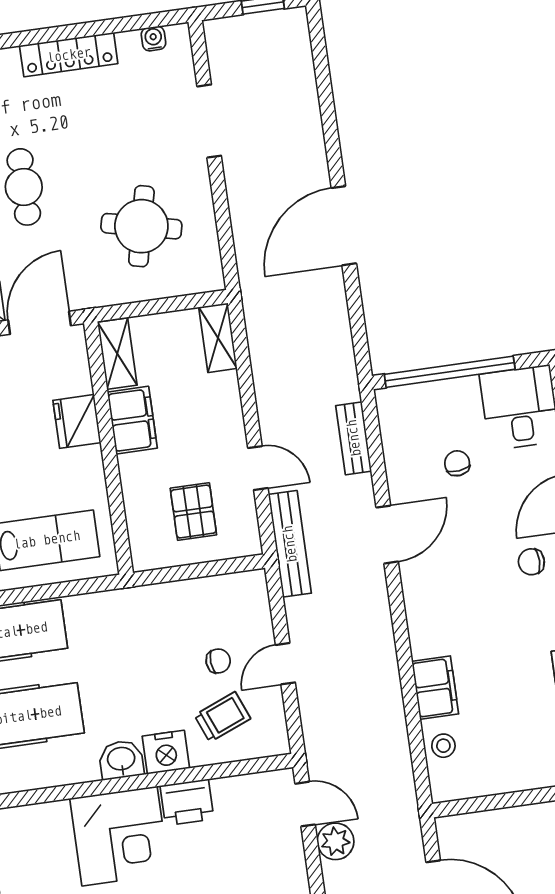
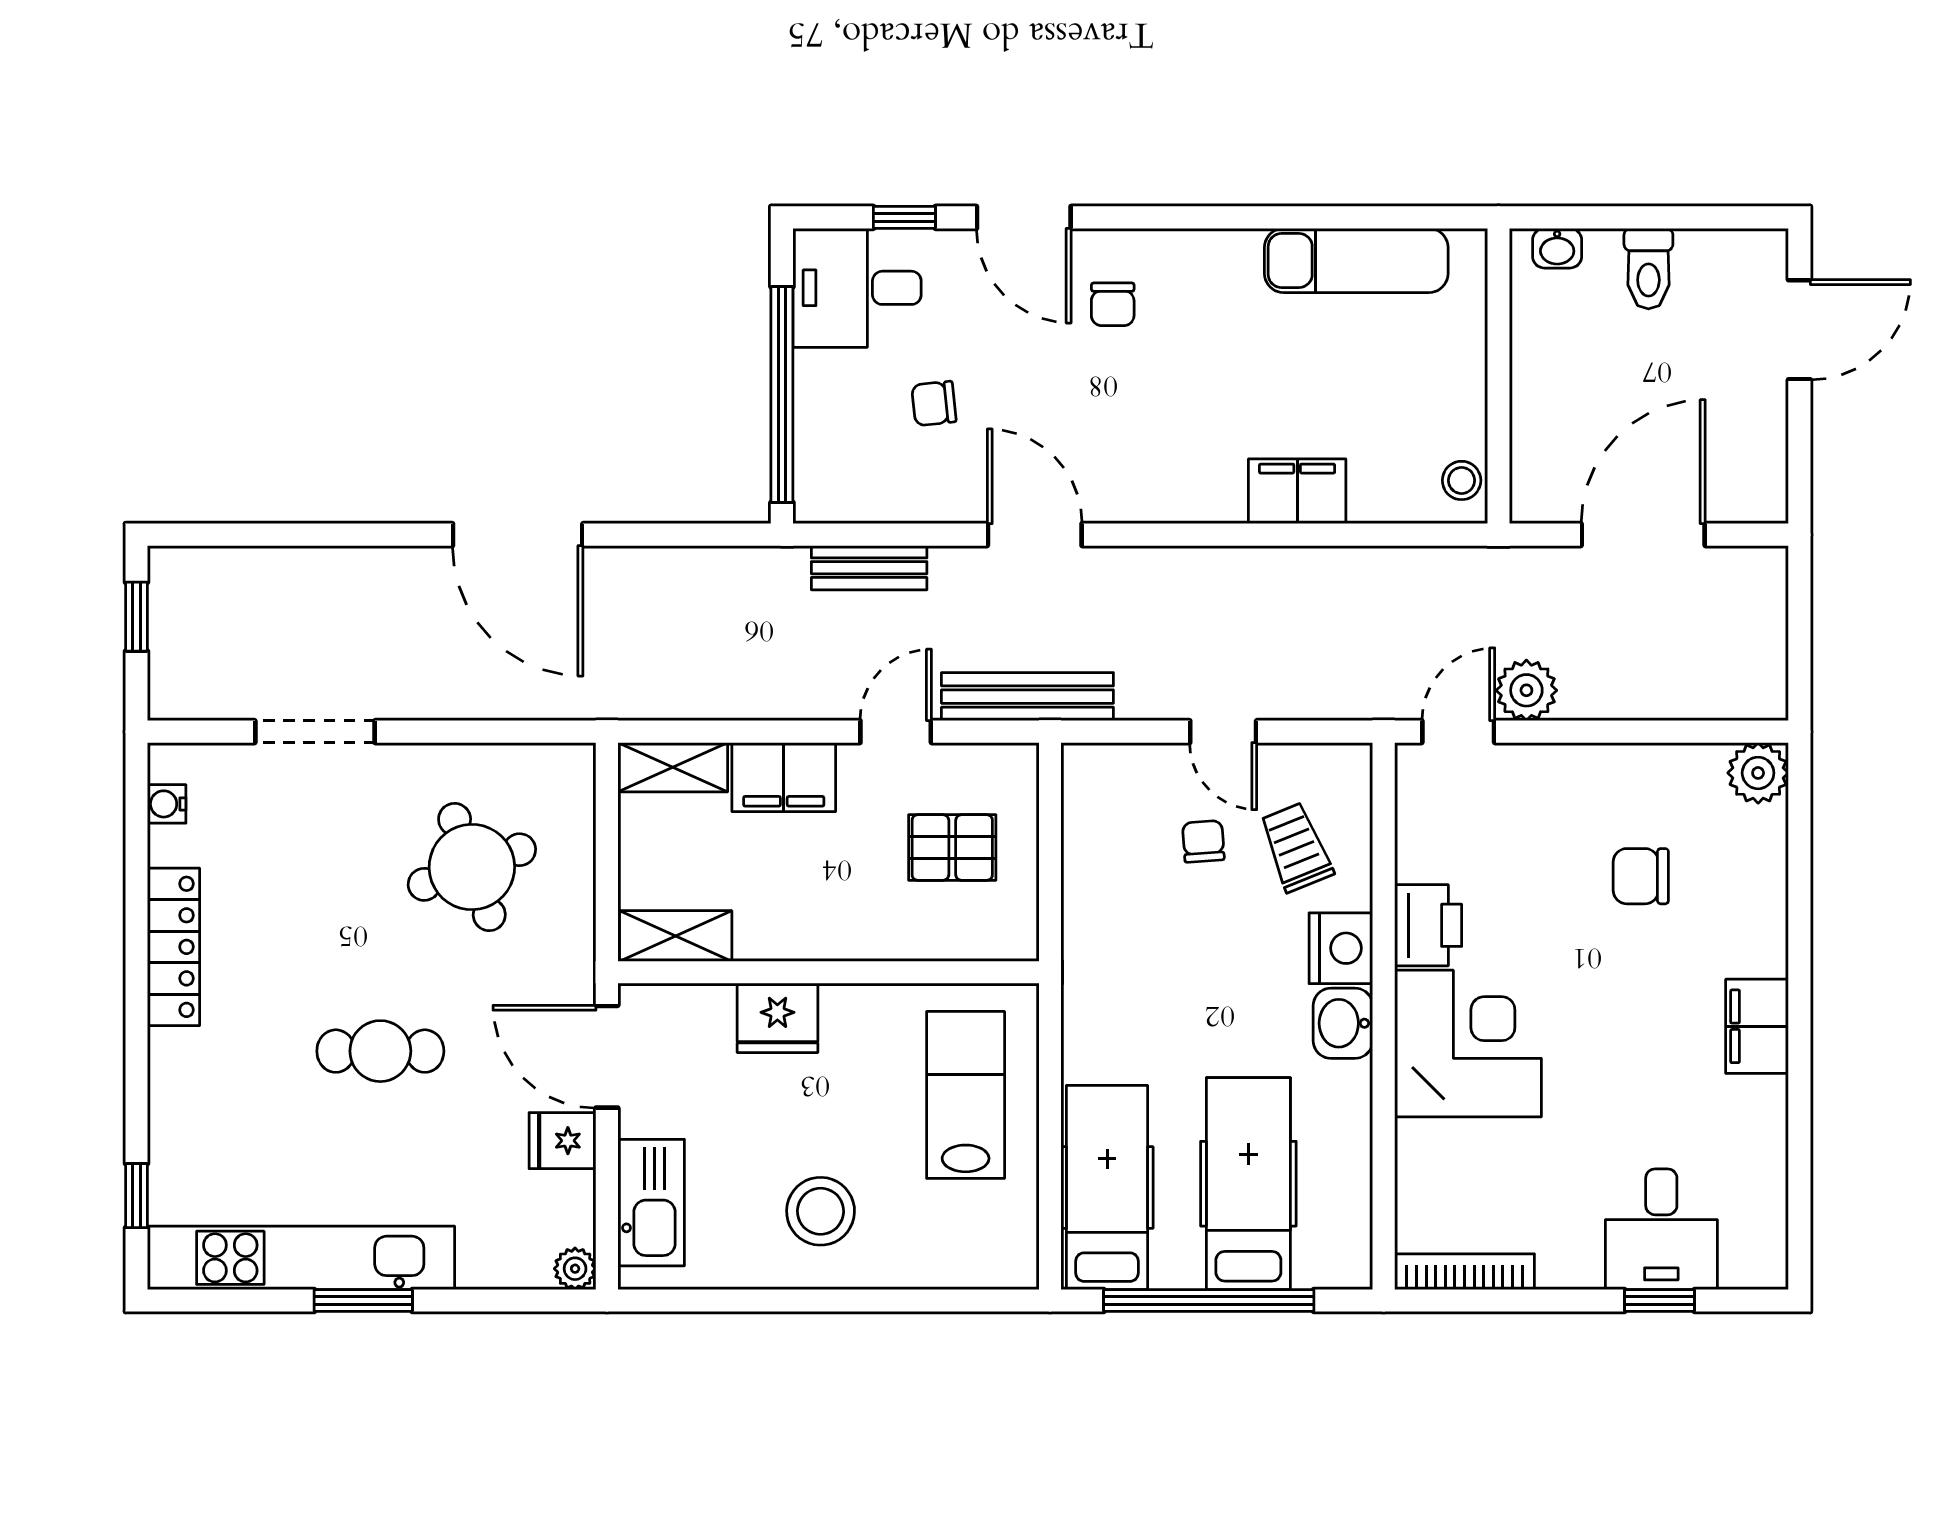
round table: (141, 226) -> (472, 867), turned -33
filing cabinet: (132, 420) -> (784, 777), moved, turned 180
stool: (443, 746) -> (1462, 480), moved

